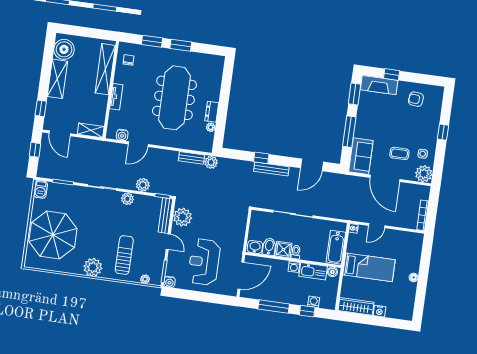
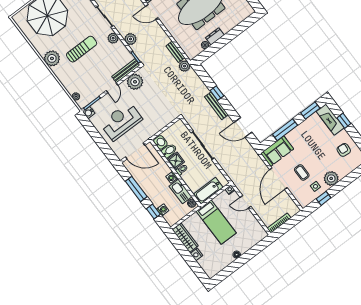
window: (443, 132) -> (324, 198), moved
plant: (424, 174) -> (331, 178), moved
sun lounger: (124, 255) -> (82, 49), moved

